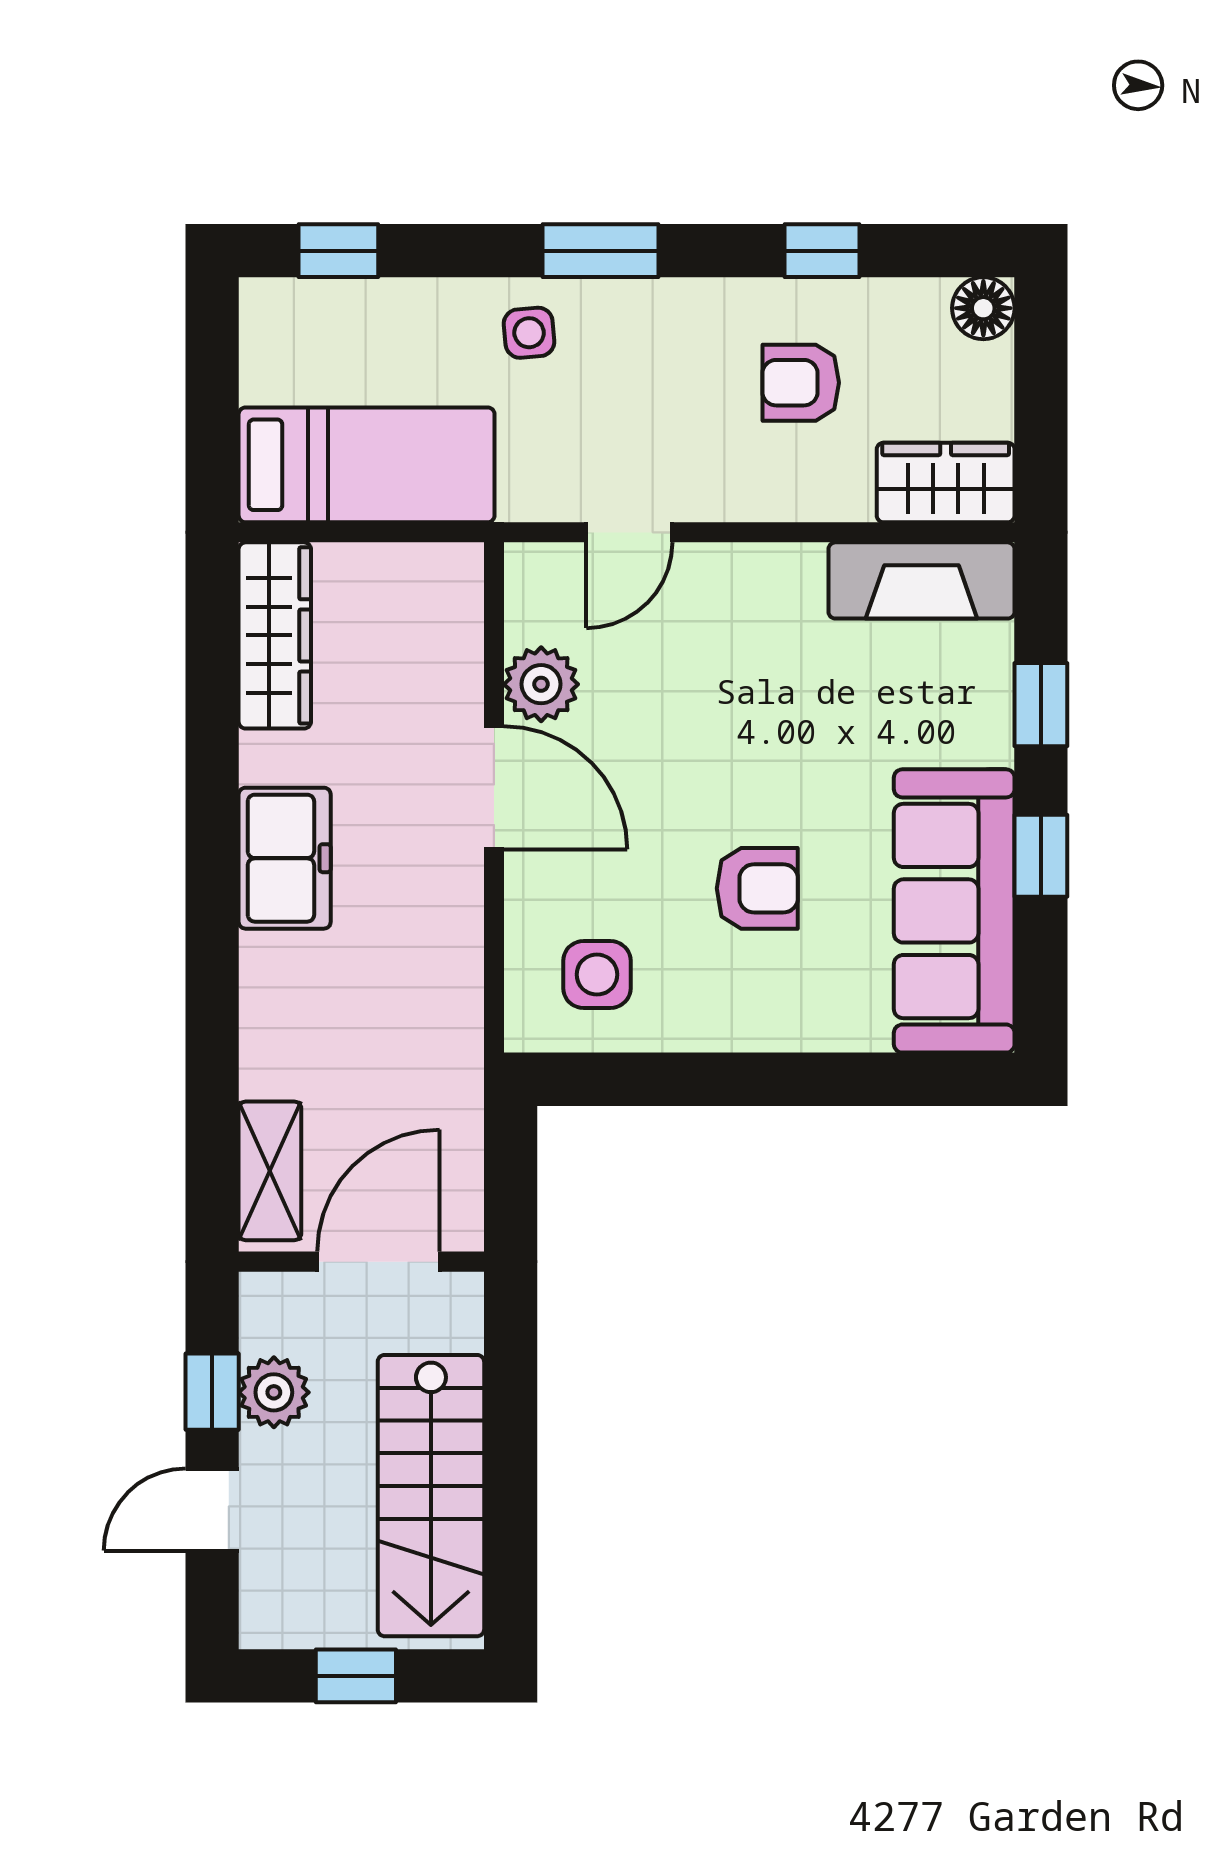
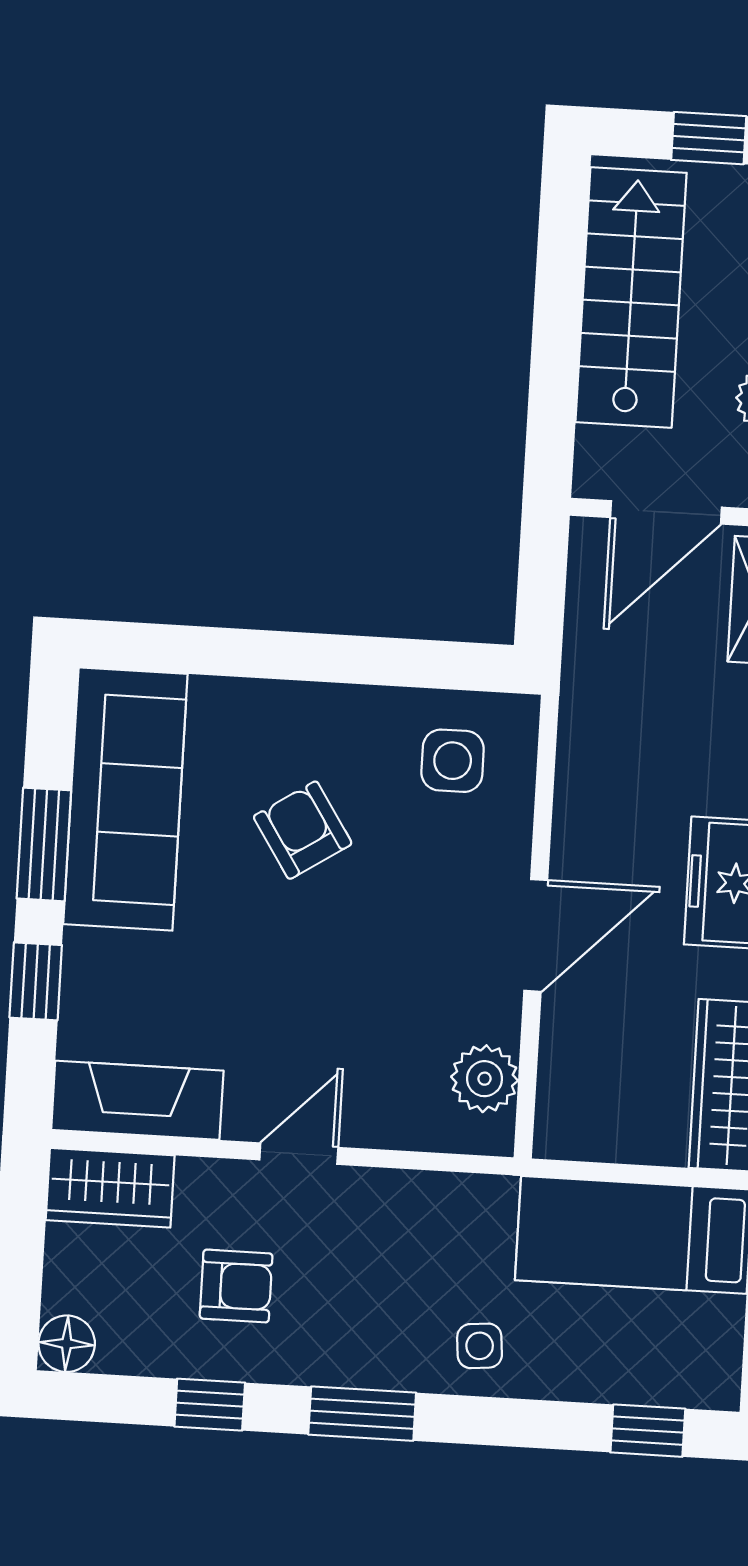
window: (600, 251) -> (362, 1414), moved
door: (629, 532) -> (299, 1154), moved
plant: (541, 684) -> (485, 1079), moved
door: (494, 788) -> (536, 935), swing flipped
window: (1041, 856) -> (44, 844), width x1.50
armchair: (757, 888) -> (303, 830), turned 57

